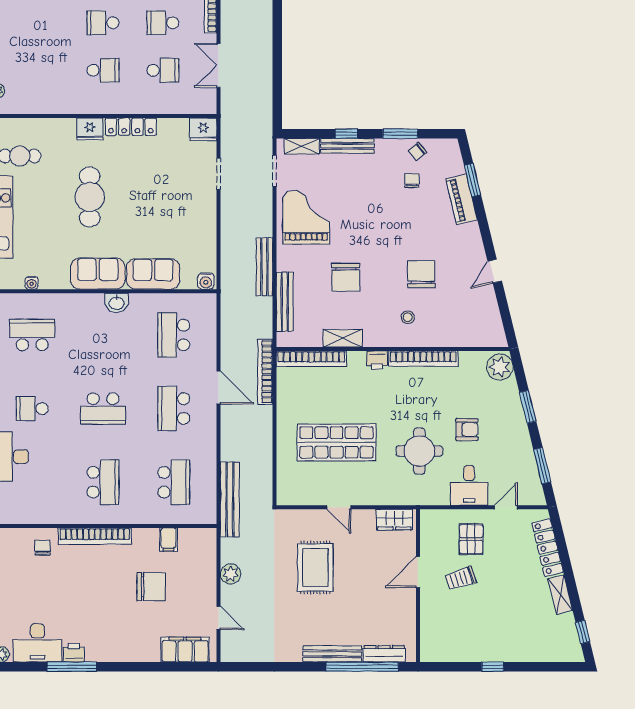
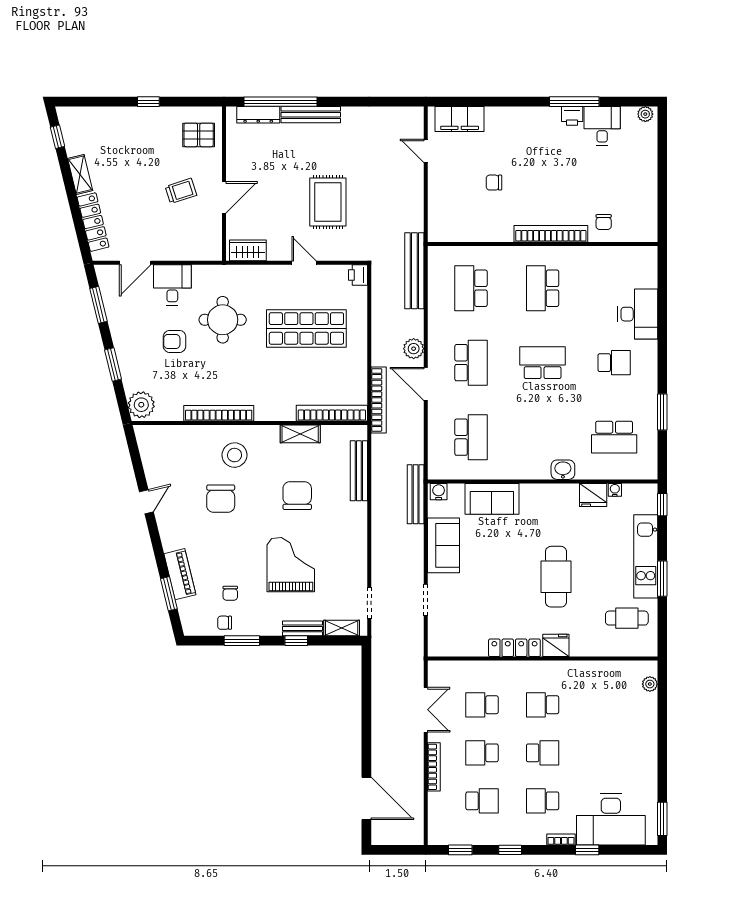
school desk: (163, 23) -> (482, 753), turned 180
fridge: (203, 129) -> (593, 495), moved, turned 180
bench: (347, 146) -> (303, 628), width x0.73
chair: (417, 151) -> (225, 623), turned -140
grand piano: (306, 217) -> (291, 565), moved, turned 180
bench: (264, 267) -> (416, 494), moved
sofa: (98, 274) -> (443, 545), moved, turned -90
washbasin: (117, 303) -> (563, 470), moved
stool: (408, 317) -> (235, 455), width x1.89, depth x1.89
printer: (377, 360) -> (358, 275), moved, turned -90
door: (506, 507) -> (135, 263), width x1.37
pallet: (471, 539) -> (199, 135), moved, turned 90
filing cabinet: (168, 540) -> (476, 230), removed
plant: (231, 574) -> (414, 349), moved
chair: (151, 587) -> (494, 183), width x0.54, depth x0.54
desk: (37, 643) -> (602, 126), width x0.73

